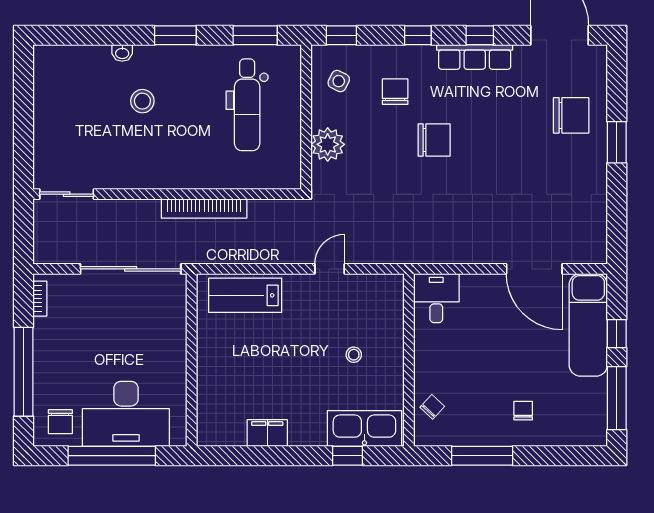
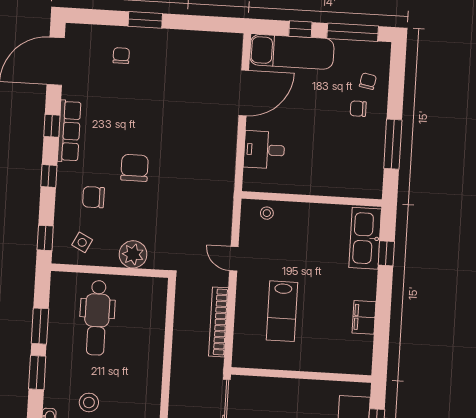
window: (255, 35) -> (40, 326), moved
dental chair: (247, 105) -> (97, 318), turned 90
chair: (571, 115) -> (121, 56), width x0.54, depth x0.54
bookcase: (204, 209) -> (219, 322), moved, turned 180
lab bench: (245, 295) -> (282, 311), moved
desk: (436, 298) -> (264, 150), moved
stool: (354, 355) -> (267, 213), moved
chair: (432, 407) -> (368, 81), moved, turned 58

